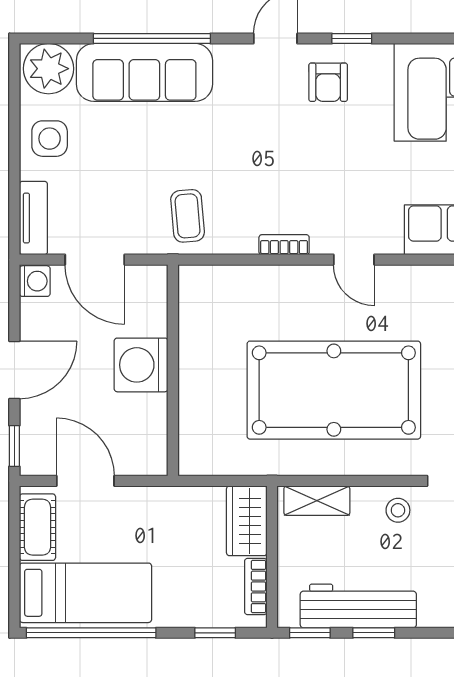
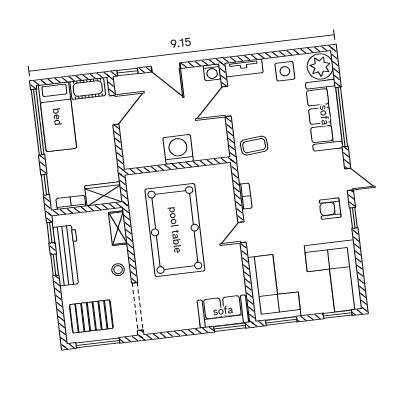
washing machine: (141, 365) -> (178, 149), moved
wall: (173, 370) -> (177, 166), moved

